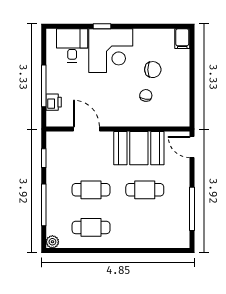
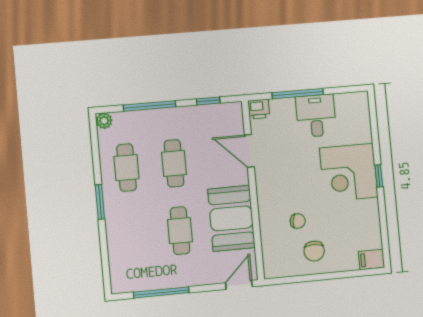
window: (102, 26) -> (379, 176), moved
desk: (72, 45) -> (316, 116), moved, turned -90
chair: (153, 70) -> (314, 251), moved
printer: (54, 102) -> (259, 109), moved
door: (86, 129) -> (249, 151), swing flipped
window: (116, 251) -> (100, 202), added

